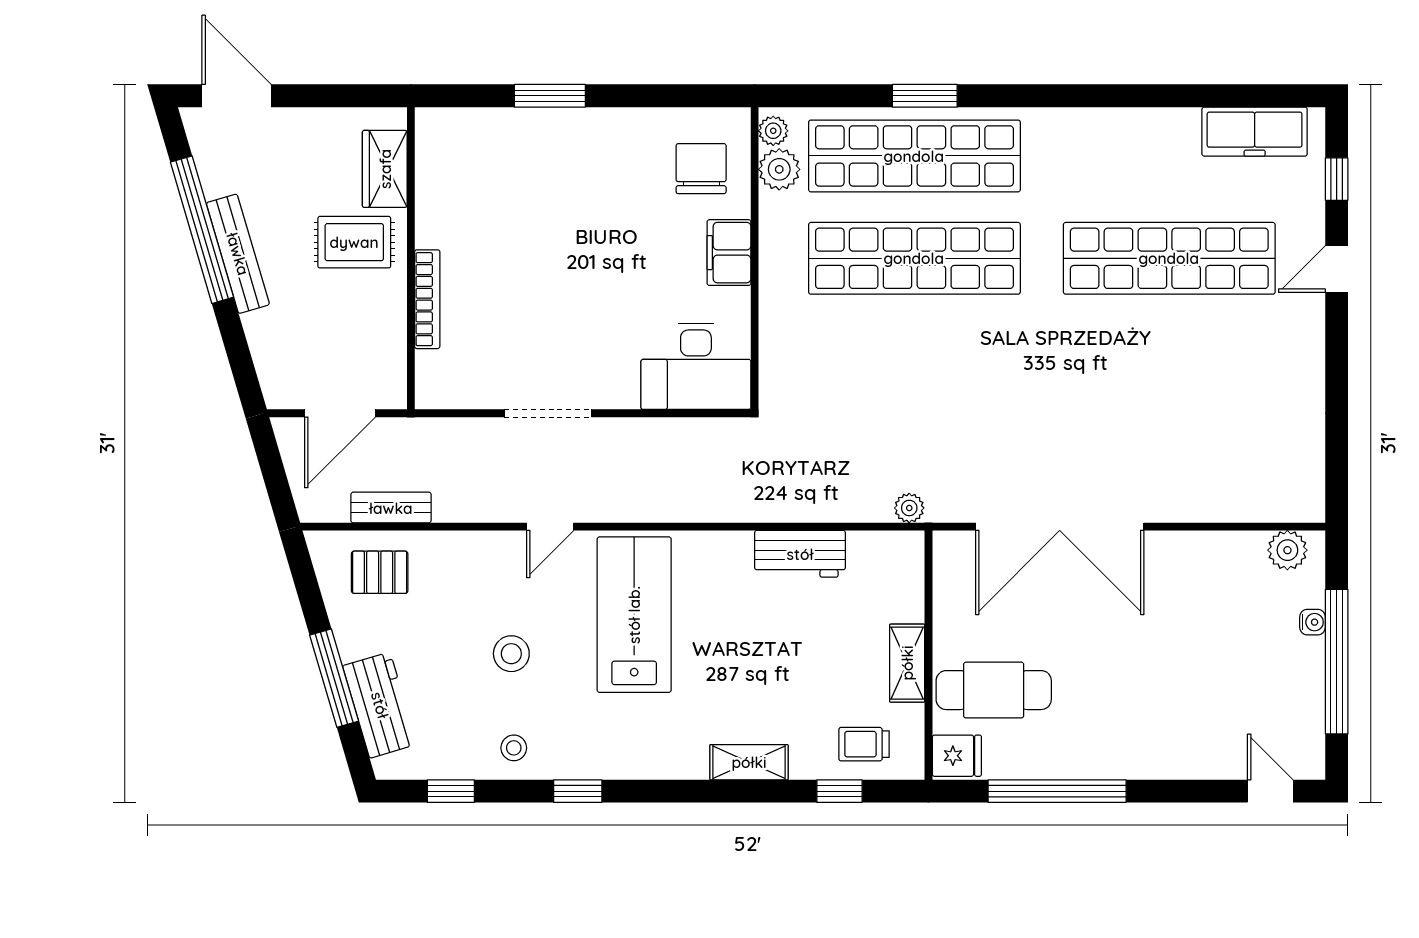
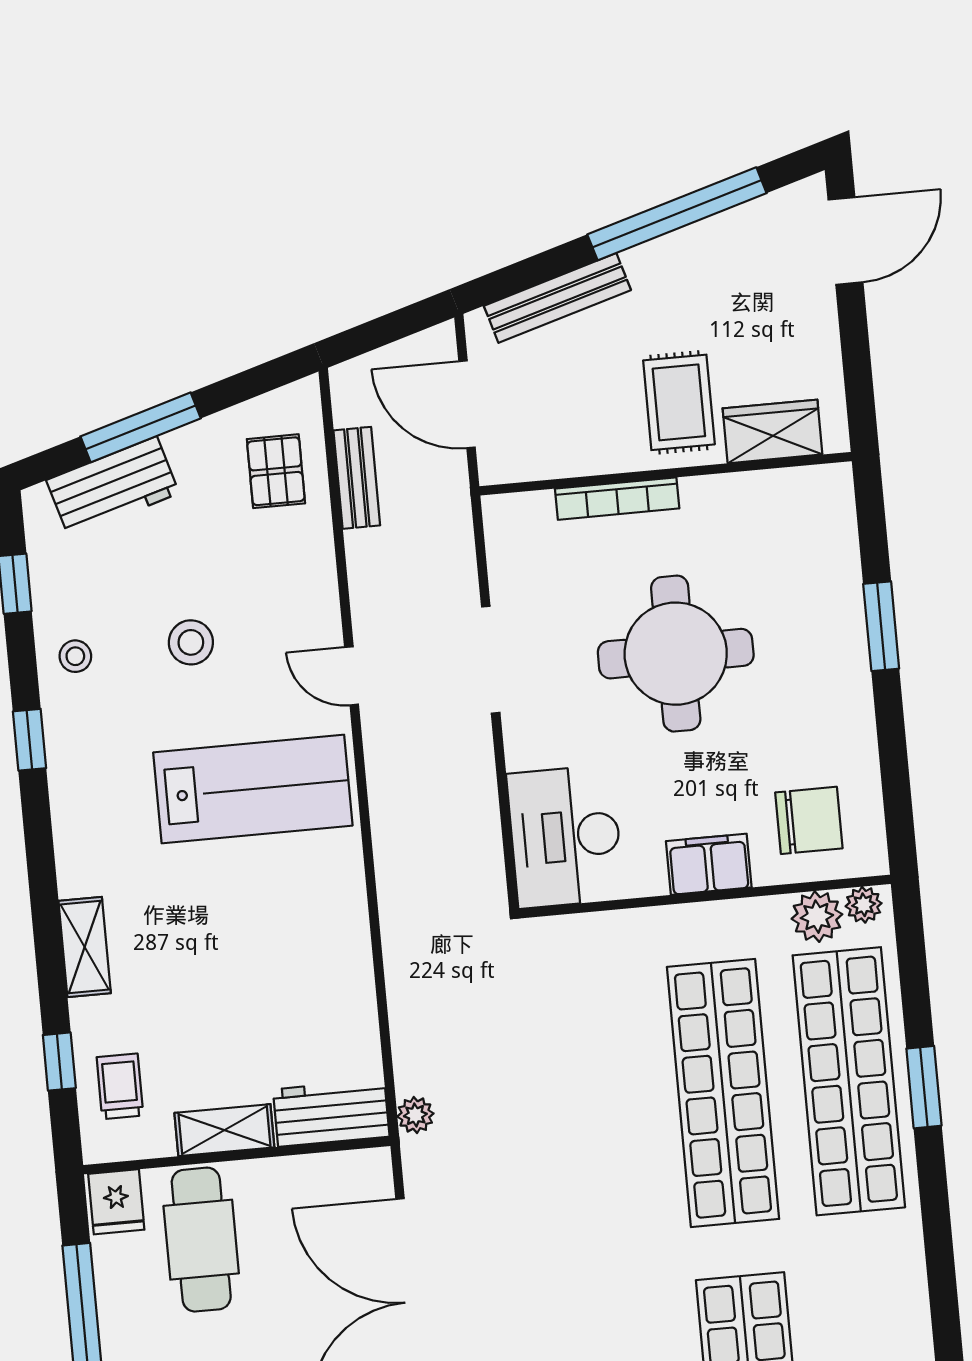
bench: (238, 254) -> (557, 298), moved
round table: (557, 264) -> (676, 654), added
workbench: (800, 554) -> (331, 1113), moved, turned 90

